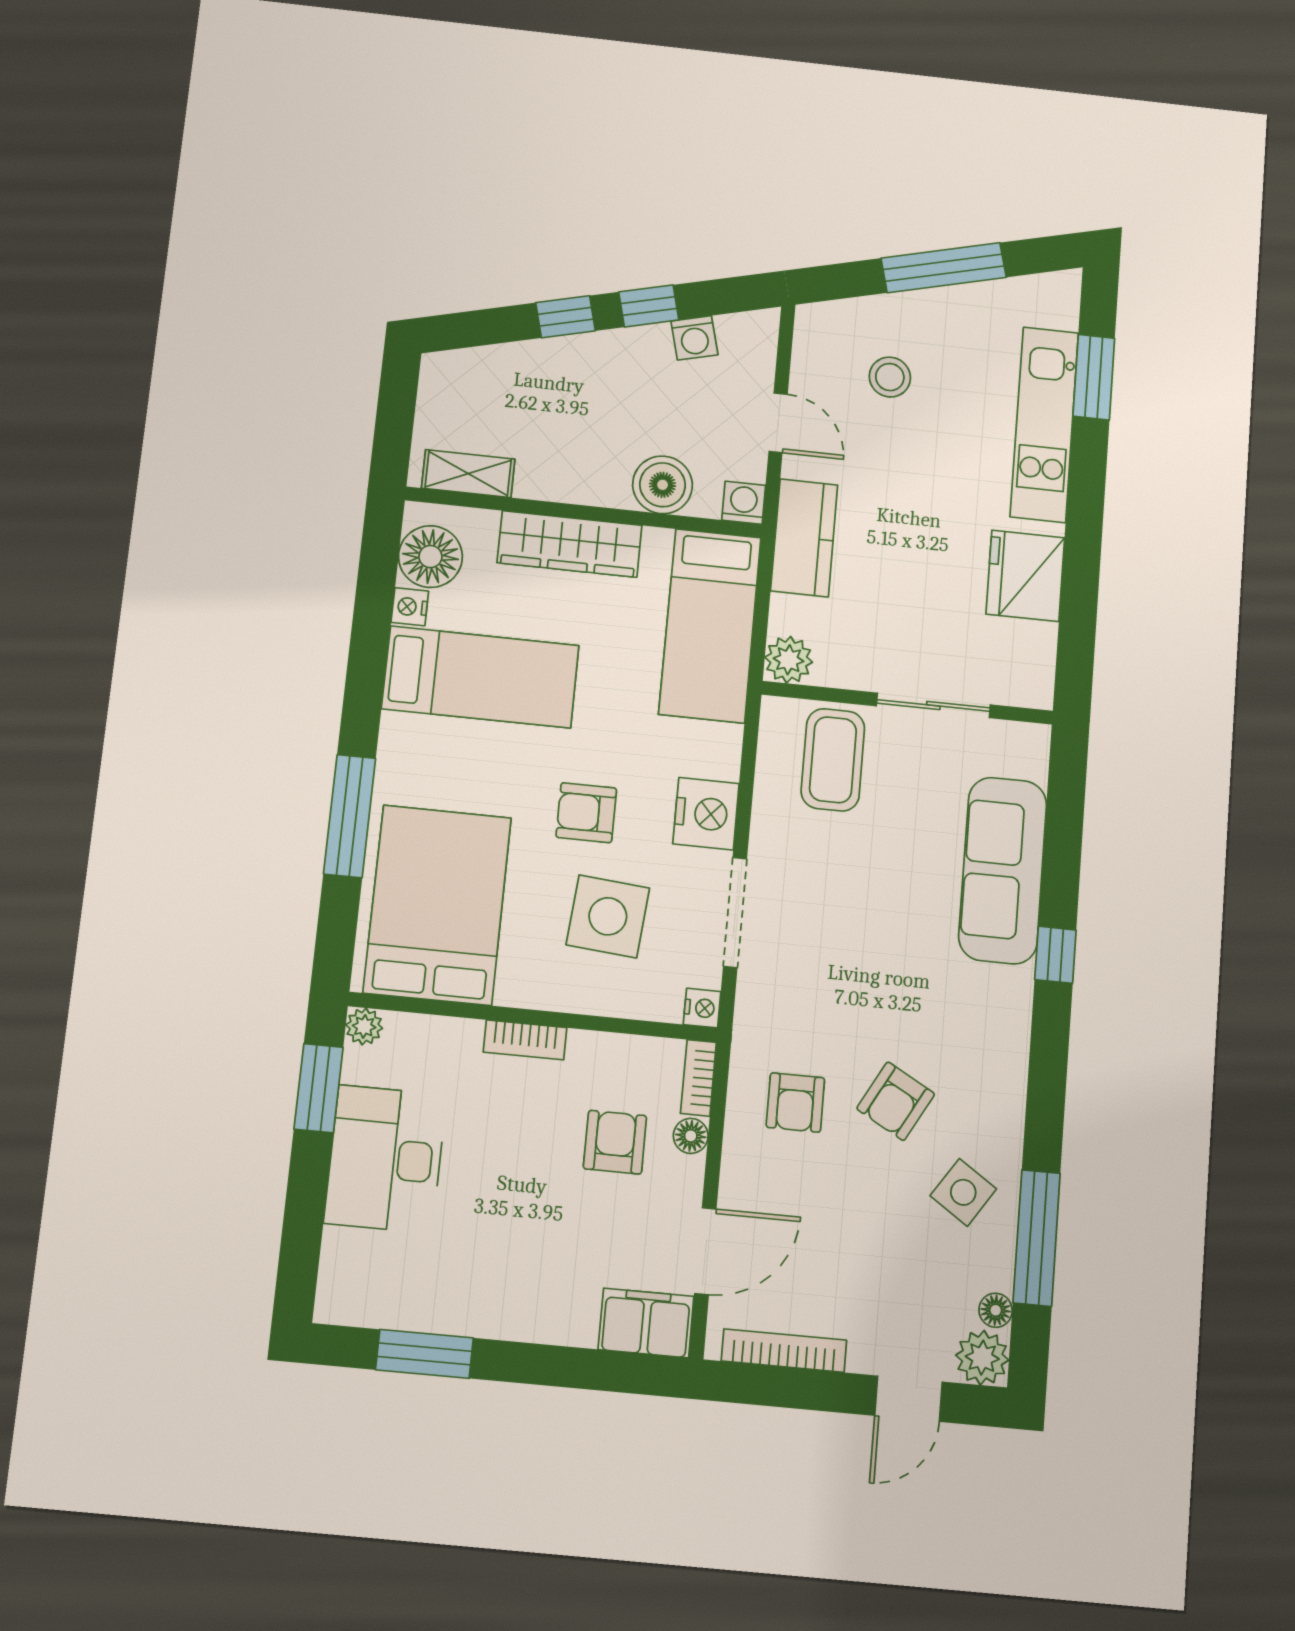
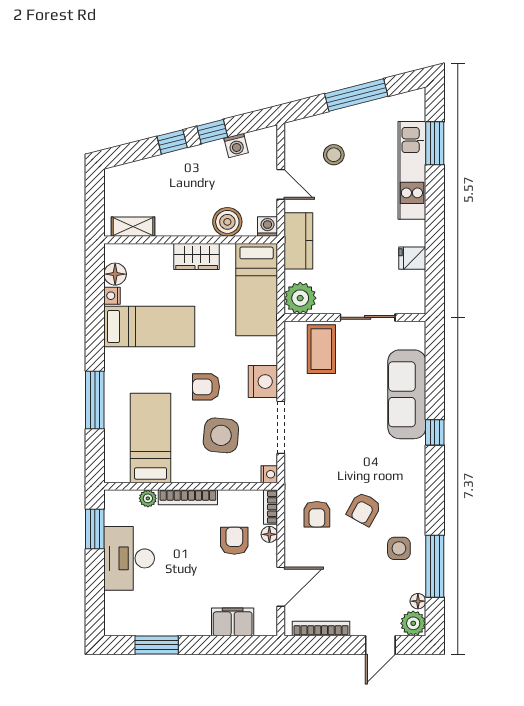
wardrobe: (570, 544) -> (197, 256), width x0.67
floor lamp: (430, 557) -> (115, 274), width x0.73, depth x0.73
fridge: (1025, 576) -> (412, 258), width x0.53, depth x0.75
plant: (789, 660) -> (300, 298), width x1.36, depth x1.36
bed: (437, 905) -> (151, 438), width x0.67
plant: (364, 1027) -> (148, 498), moved
bookcase: (525, 1040) -> (188, 497), width x1.56
side table: (963, 1192) -> (399, 548), turned -34
filing cabinet: (646, 1323) -> (233, 622), moved

